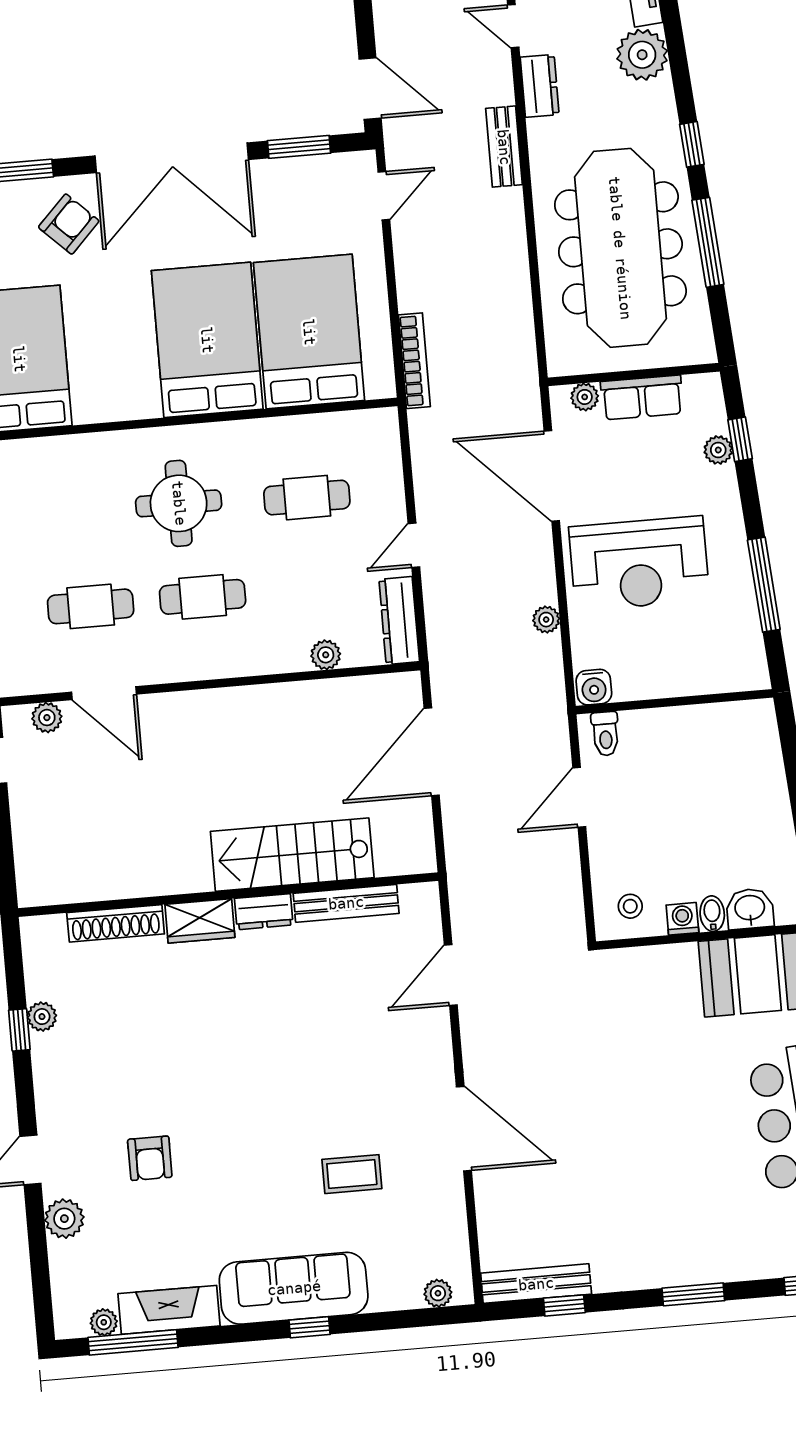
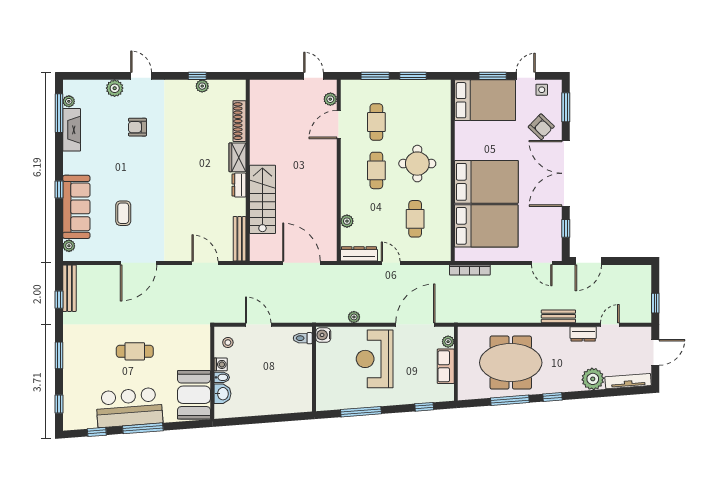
window: (299, 147) -> (566, 228), width x0.67
meeting table: (620, 248) -> (511, 363), width x0.73
plant: (718, 450) -> (420, 397), removed
door: (579, 797) -> (258, 325), moved
bench: (346, 903) -> (240, 239), moved
cafe table: (669, 1120) -> (135, 351), added
sofa: (294, 1288) -> (76, 207), moved

